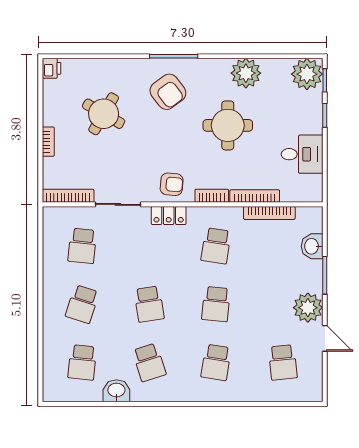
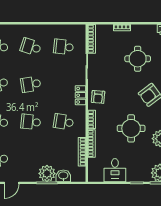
round table: (104, 114) -> (138, 59), turned -30
plant: (308, 308) -> (47, 173), moved

